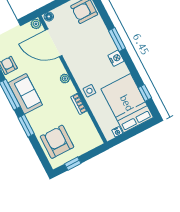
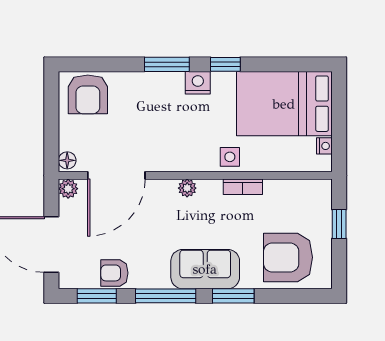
window: (145, 93) -> (225, 64), moved
sofa: (25, 94) -> (205, 269), moved
window: (73, 164) -> (339, 224), moved

